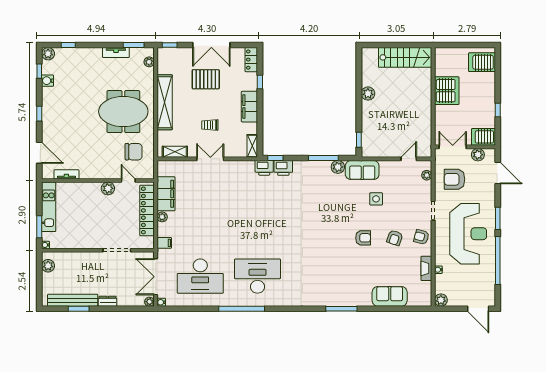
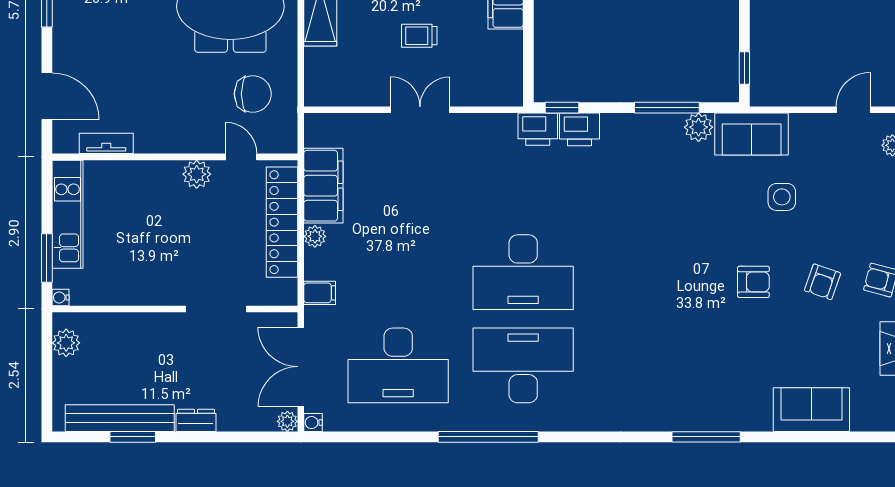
shelving: (252, 146) -> (512, 81), removed
shelving: (175, 152) -> (343, 94), removed
desk: (258, 233) -> (523, 272), added

